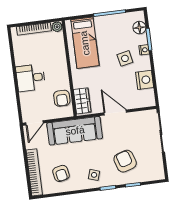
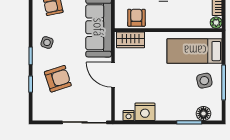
nightstand: (144, 50) -> (129, 116), moved
side table: (125, 58) -> (204, 81), moved
armchair: (62, 98) -> (136, 18), turned 90
door: (115, 113) -> (113, 75), swing flipped

